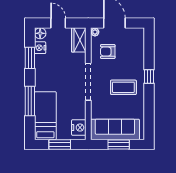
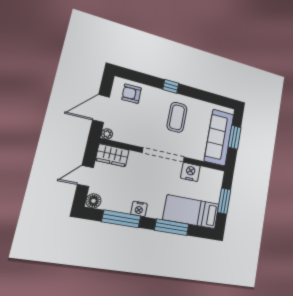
nightstand: (40, 48) -> (139, 209), moved
armchair: (108, 51) -> (132, 94), moved, turned 89
window: (30, 58) -> (121, 219), width x1.44
nightstand: (79, 128) -> (190, 172), moved

